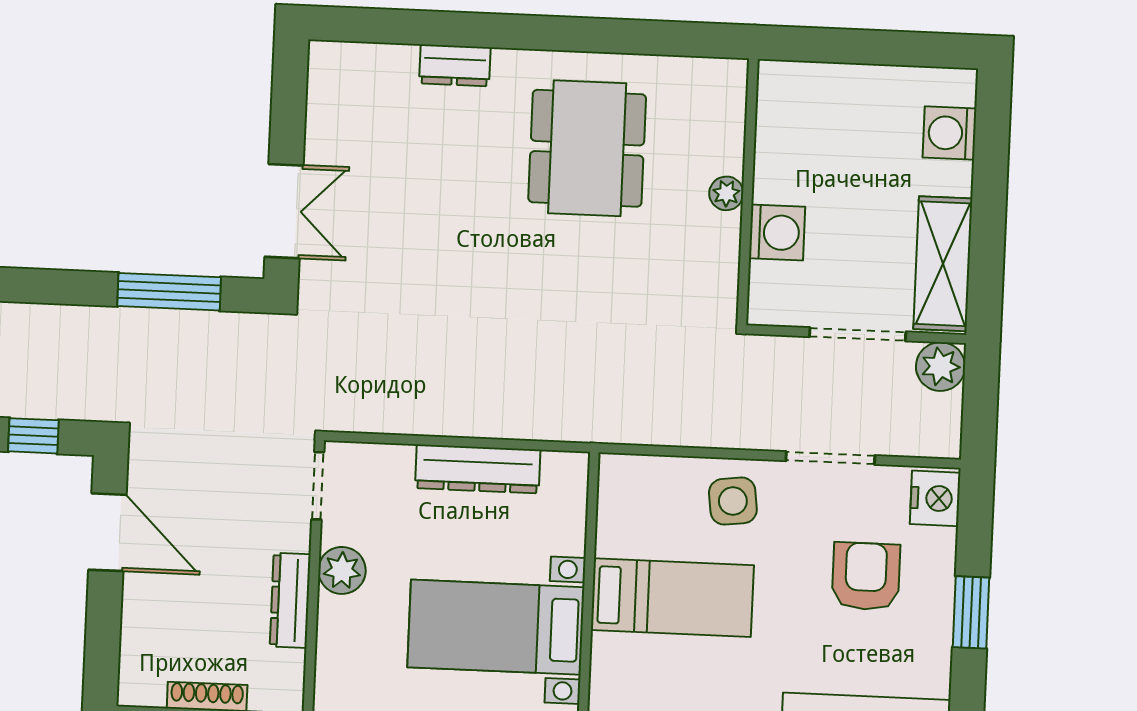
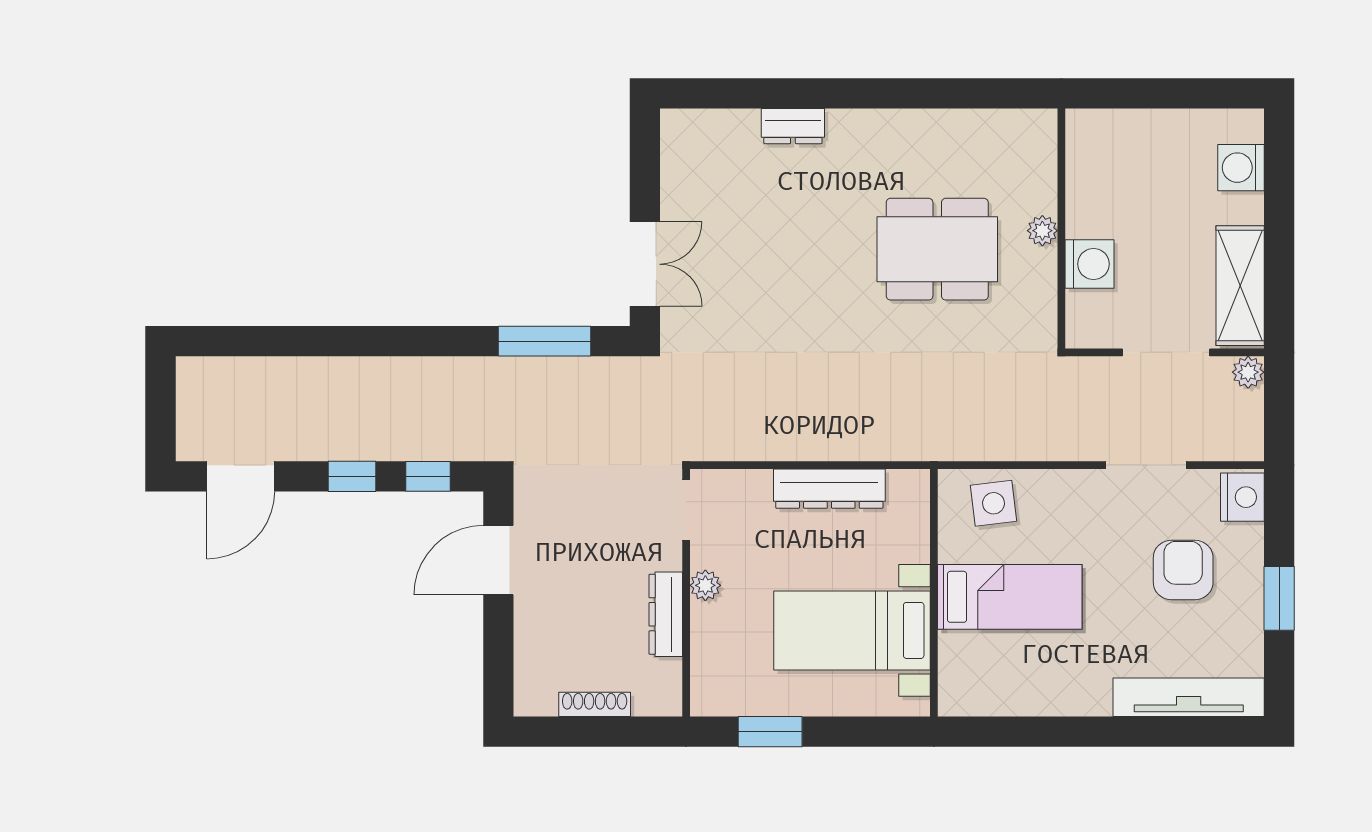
dining table: (587, 148) -> (937, 249), moved, turned 90
plant: (941, 367) -> (1248, 372), width x0.73, depth x0.73
side table: (733, 501) -> (993, 503), moved
door: (107, 532) -> (498, 560), swing flipped
plant: (342, 570) -> (705, 585), width x0.73, depth x0.73

